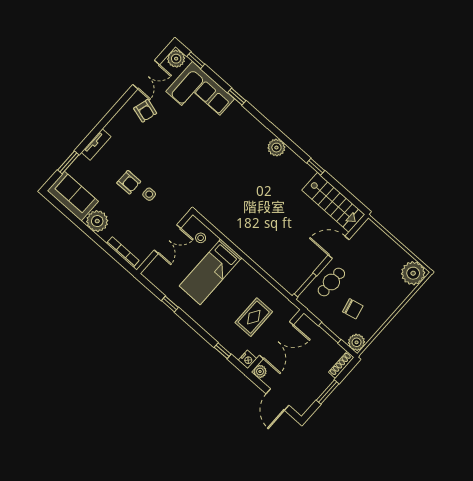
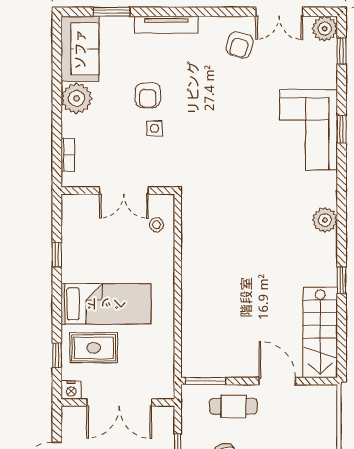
corner sofa: (200, 95) -> (309, 130), moved
tv unit: (96, 145) -> (166, 25), width x1.41
bookcase: (123, 252) -> (68, 155), width x0.64
bed: (210, 272) -> (106, 304), moved, turned 180
rug: (254, 317) -> (94, 348), moved
plant: (260, 371) -> (70, 415), removed

